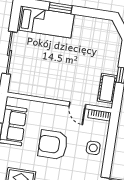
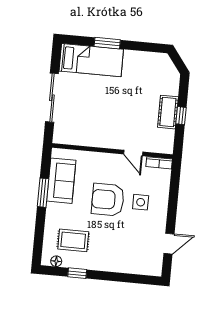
cot: (107, 88) -> (168, 112), moved
side table: (93, 148) -> (141, 202), moved

